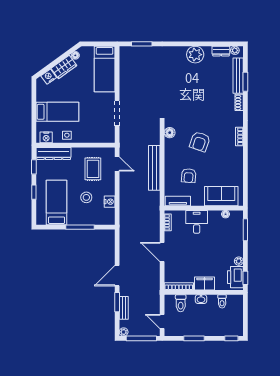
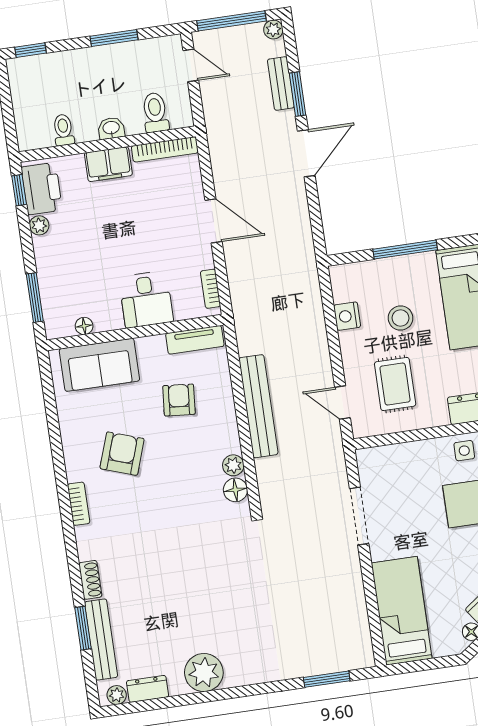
armchair: (200, 142) -> (122, 454), moved
plant: (169, 144) -> (233, 465), added

